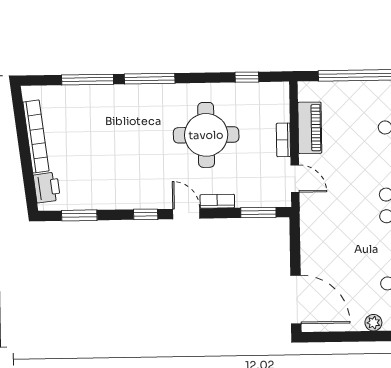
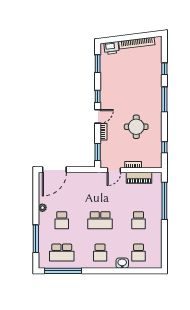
window: (88, 80) -> (164, 69), width x0.46
round table: (206, 135) -> (136, 127), width x0.73, depth x0.73

